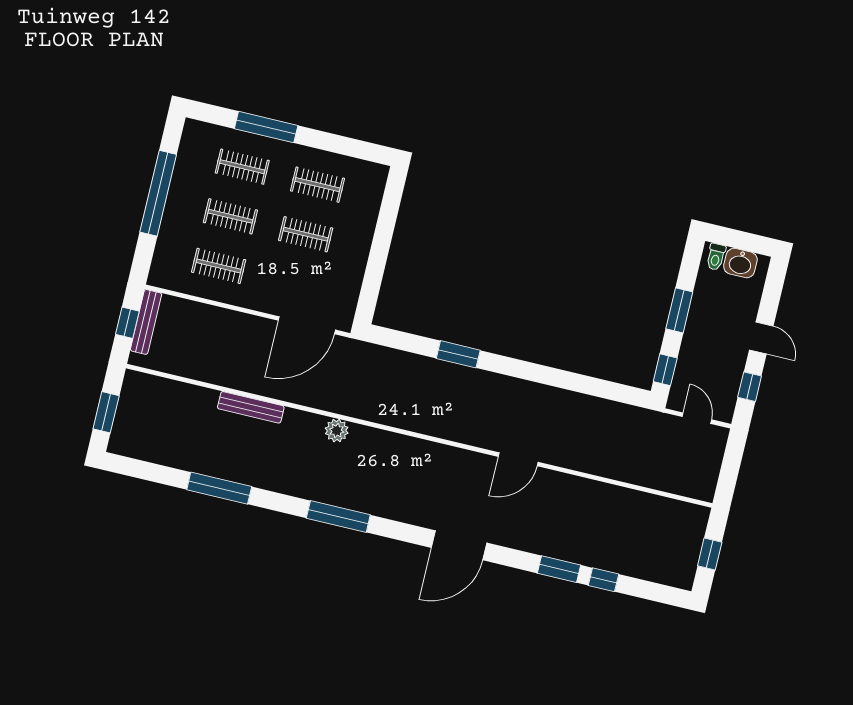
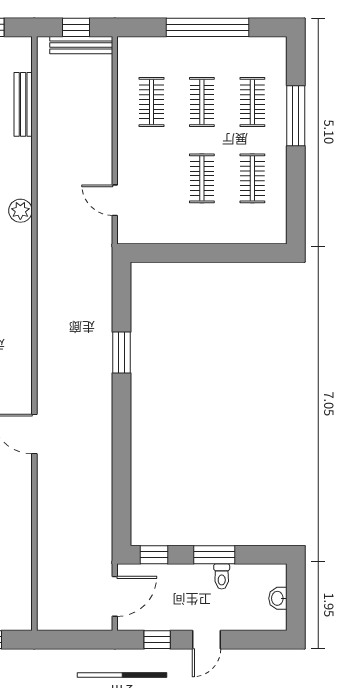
toilet: (716, 257) -> (222, 576), moved, turned -90
washbasin: (740, 263) -> (278, 598), width x0.72, depth x0.69
door: (307, 325) -> (115, 200), width x0.53
bench: (251, 407) -> (23, 104), moved
door: (697, 418) -> (115, 596), width x1.38
plant: (337, 431) -> (20, 211), moved

